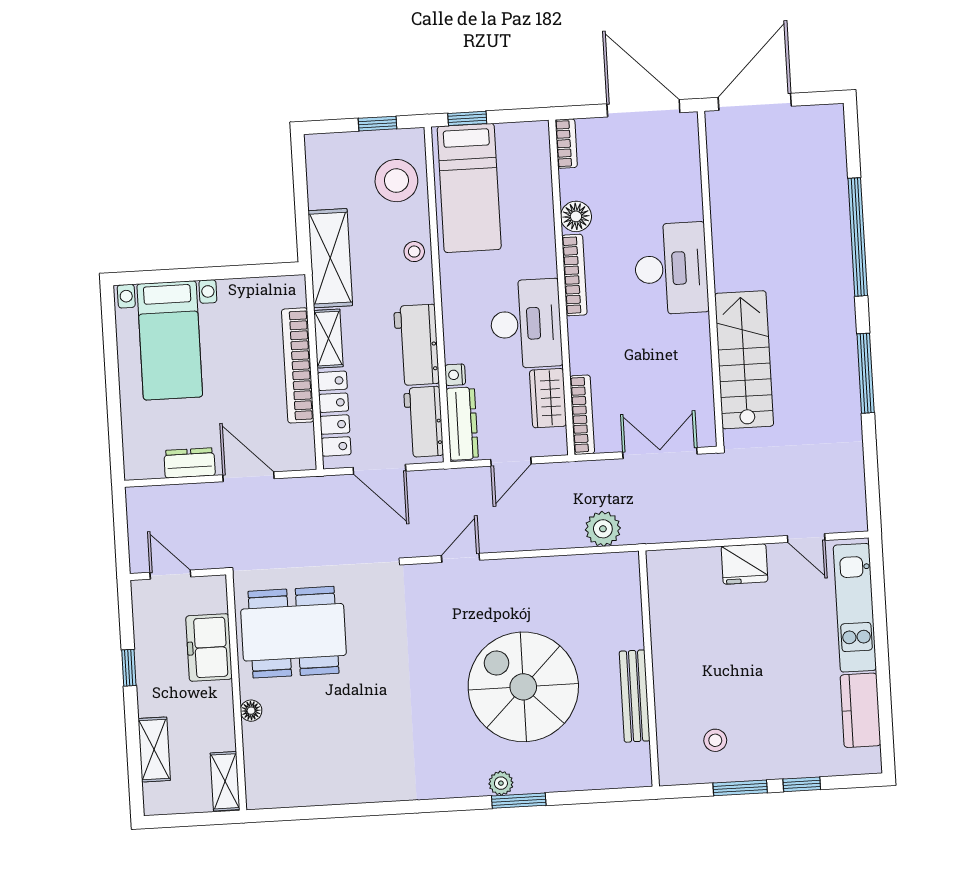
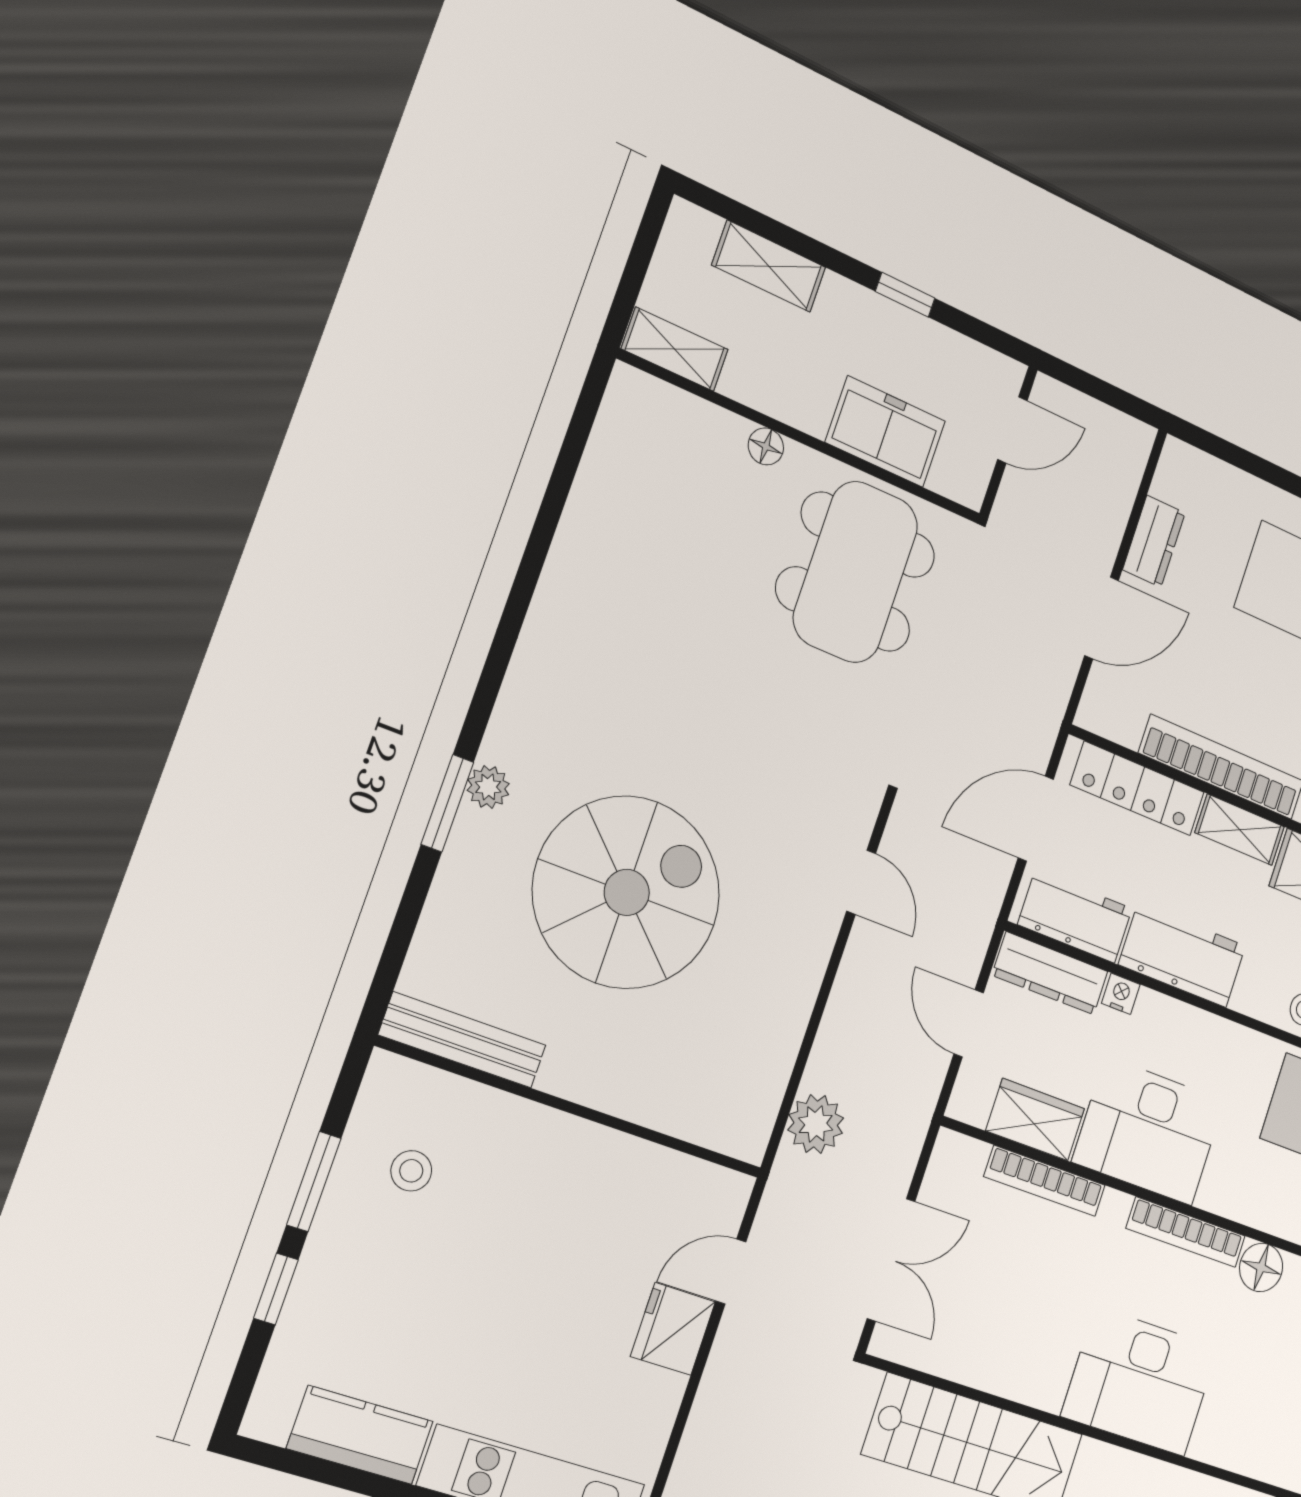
bookcase: (582, 415) -> (1045, 1181), moved
door: (806, 538) -> (731, 1271), moved
bench: (635, 696) -> (463, 1040), moved

